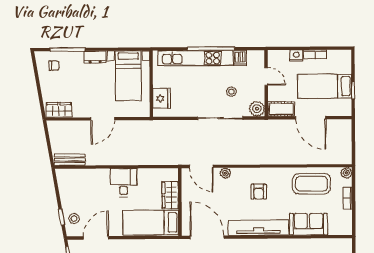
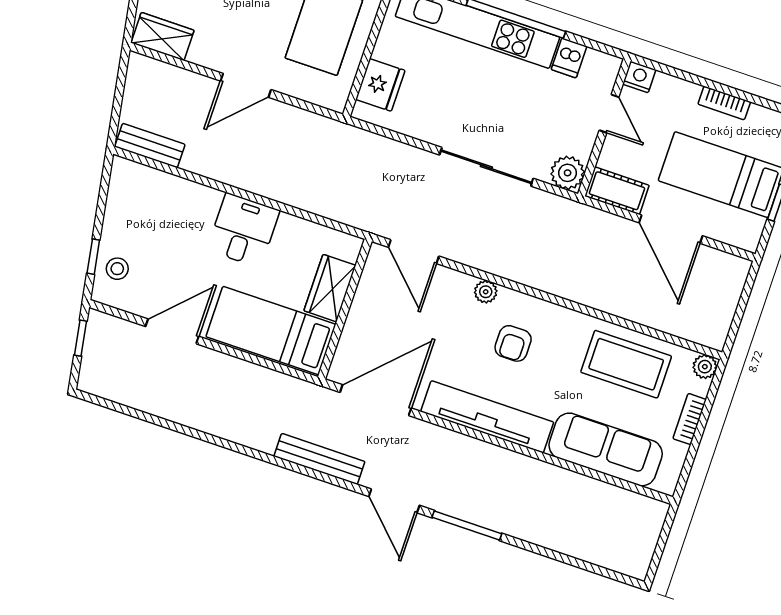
nightstand: (296, 56) -> (639, 77), moved
stool: (231, 92) -> (527, 120), removed
plant: (225, 173) -> (486, 292), moved
sofa: (309, 224) -> (606, 449), width x1.36
door: (207, 237) -> (376, 400), hinge flipped
door: (96, 238) -> (172, 331), moved

